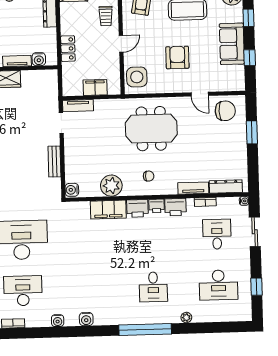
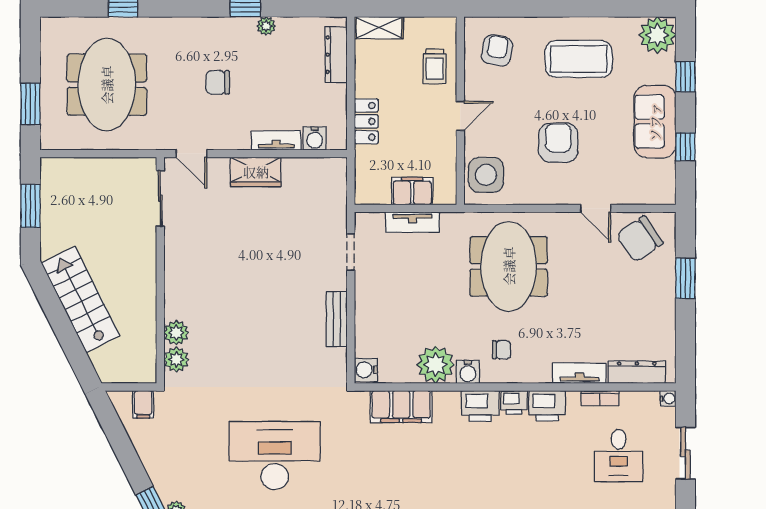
tv unit: (78, 106) -> (413, 222), moved
chair: (225, 111) -> (640, 239), turned 146
meeting table: (151, 129) -> (509, 266), turned 90
water cooler: (130, 189) -> (468, 372), added
filing cabinet: (108, 210) -> (401, 407), moved
desk: (217, 234) -> (619, 455), turned 180

